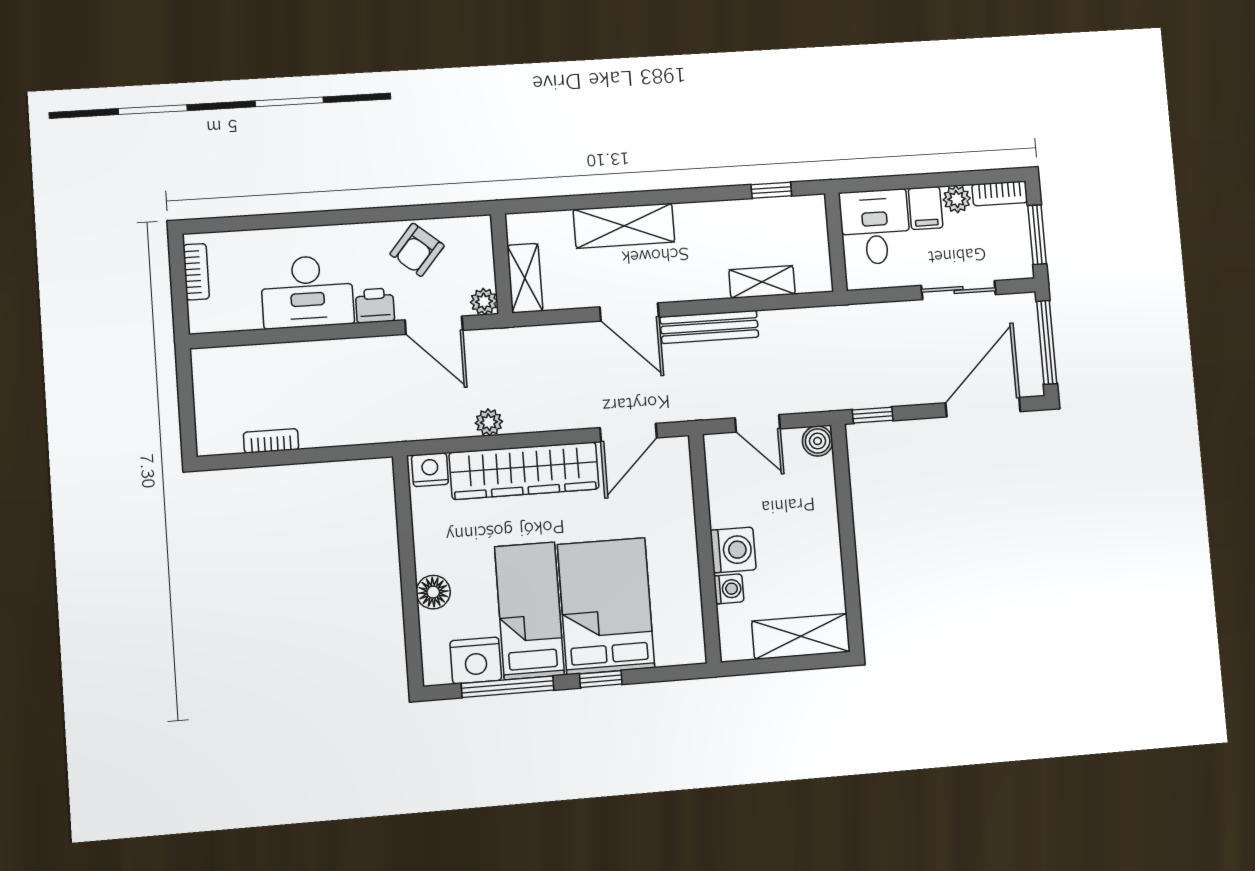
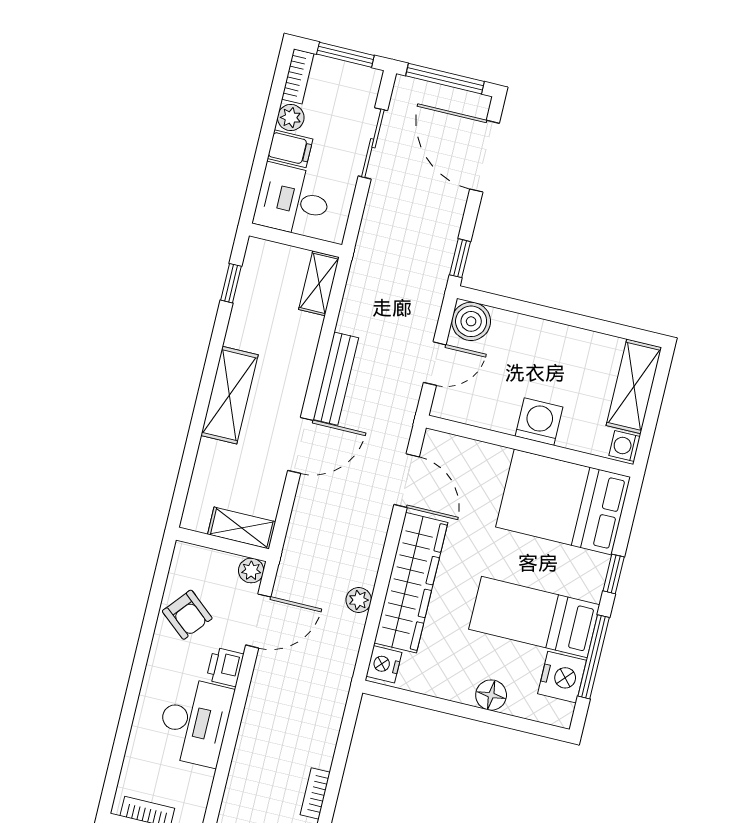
shelving: (624, 226) -> (229, 395), moved
shelving: (762, 282) -> (319, 283), moved
boiler: (818, 441) -> (471, 321), width x1.36, depth x1.36
washing machine: (729, 589) -> (625, 446), moved, turned -90
bed: (606, 606) -> (563, 502), moved

